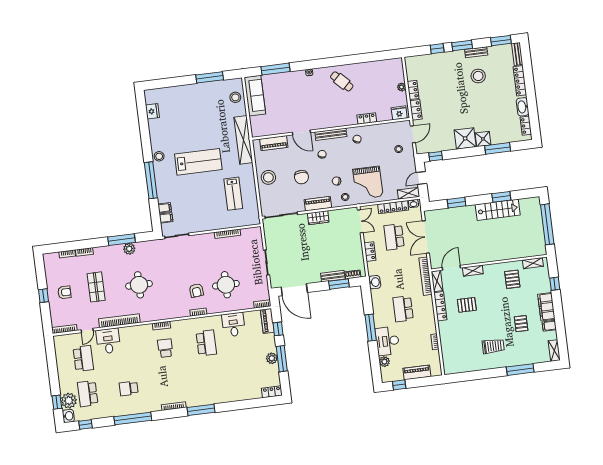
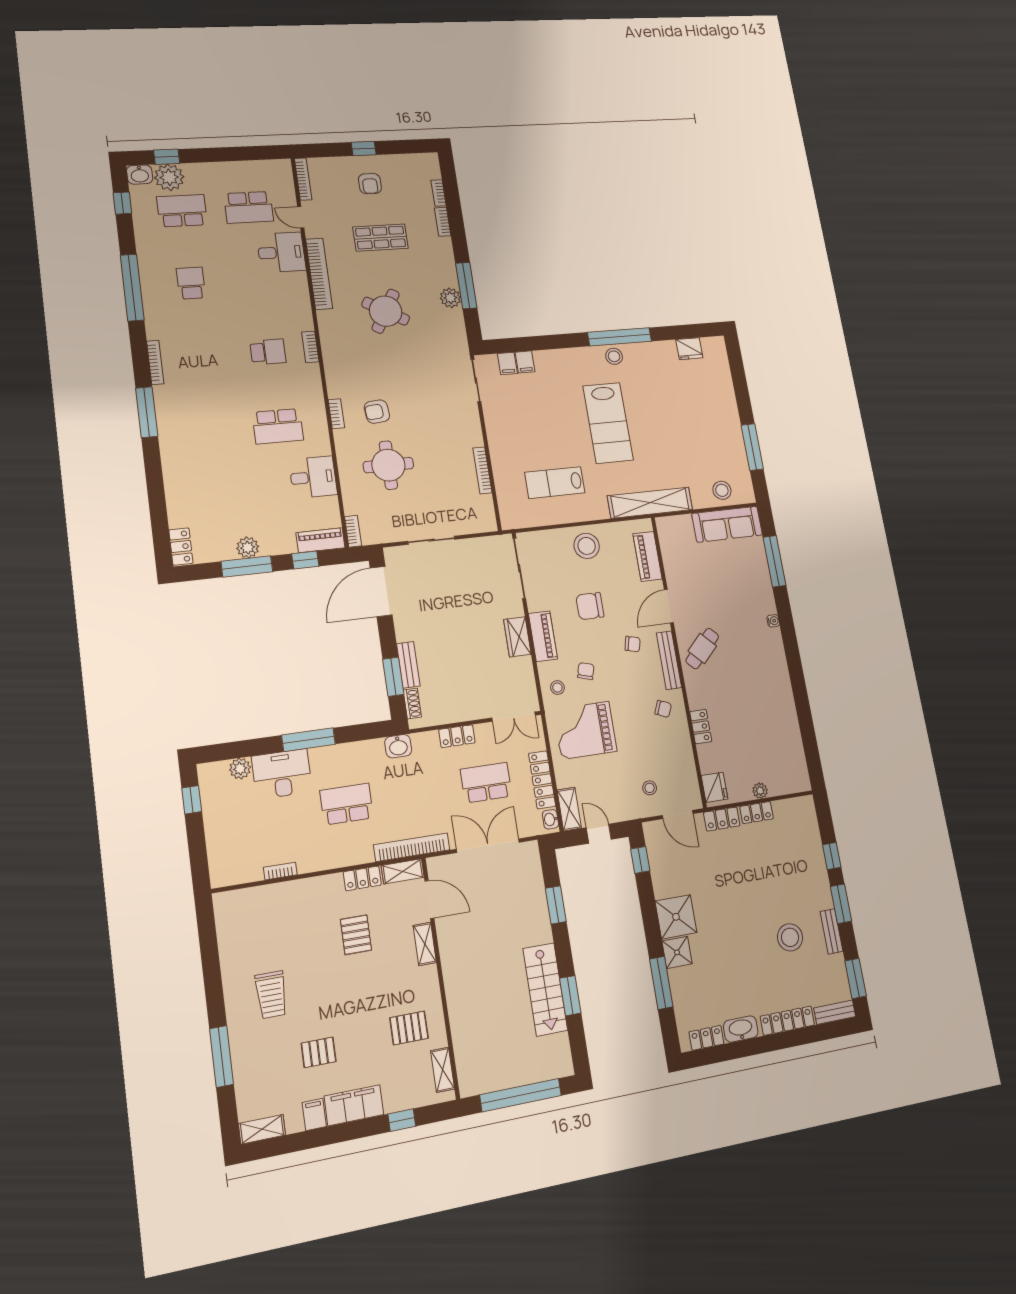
cafe table: (342, 81) -> (702, 649), moved
window: (151, 180) -> (620, 337), moved
round table: (139, 285) -> (386, 311), turned 30
locker: (440, 306) -> (362, 878), width x0.66
piano: (417, 372) -> (217, 836), removed

